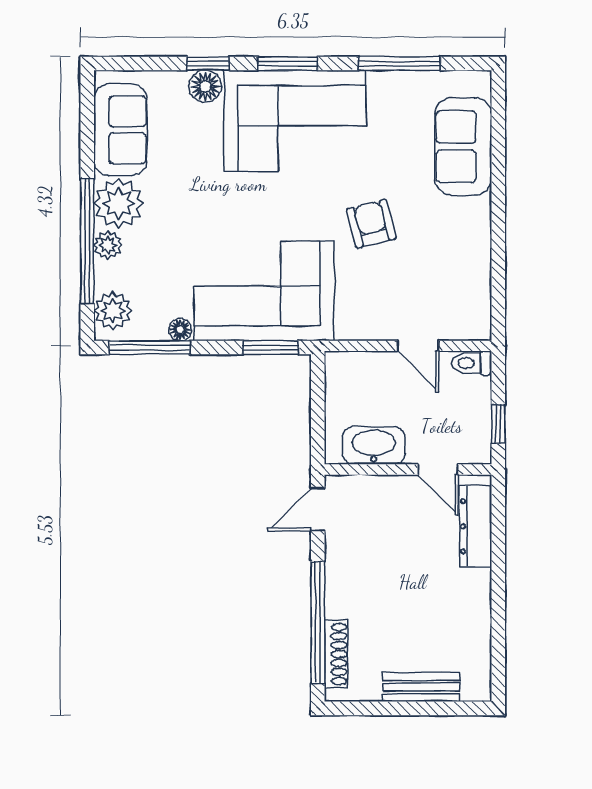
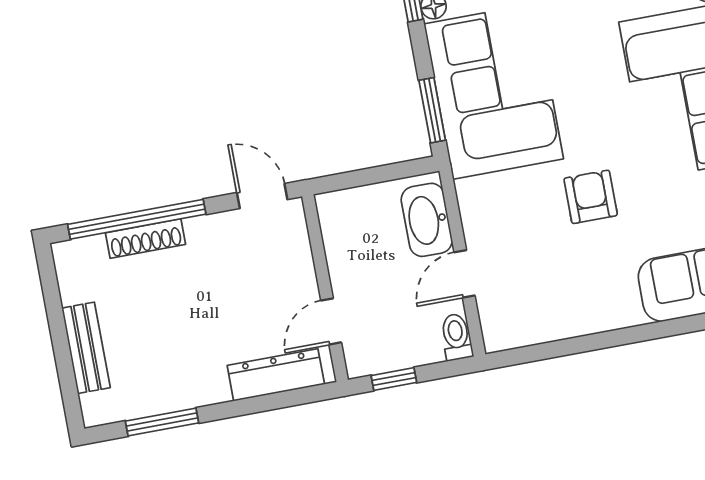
armchair: (371, 224) -> (591, 197), turned -76
washbasin: (374, 445) -> (427, 220), moved, turned 180
window: (498, 633) -> (162, 422), added
shoe rack: (336, 654) -> (145, 239), moved

